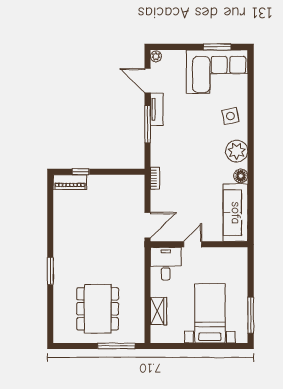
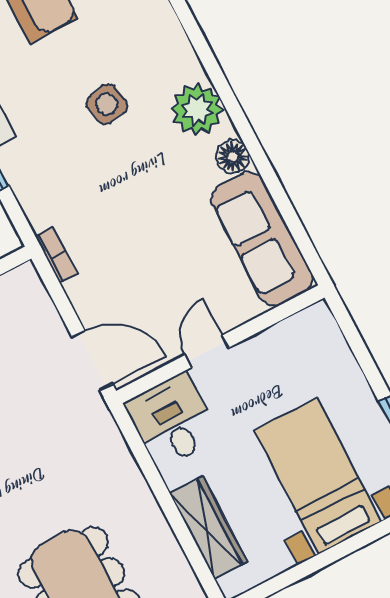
side table: (230, 116) -> (107, 104), moved
door: (148, 225) -> (92, 361), hinge flipped
wardrobe: (158, 311) -> (208, 527), width x1.50

